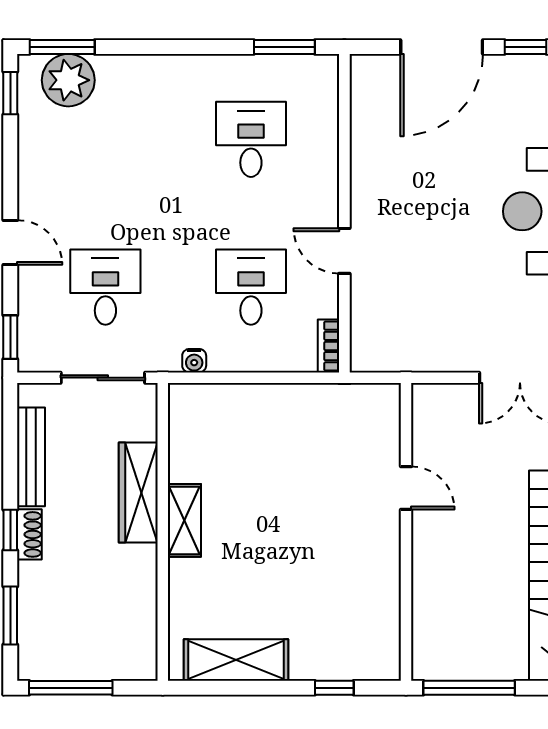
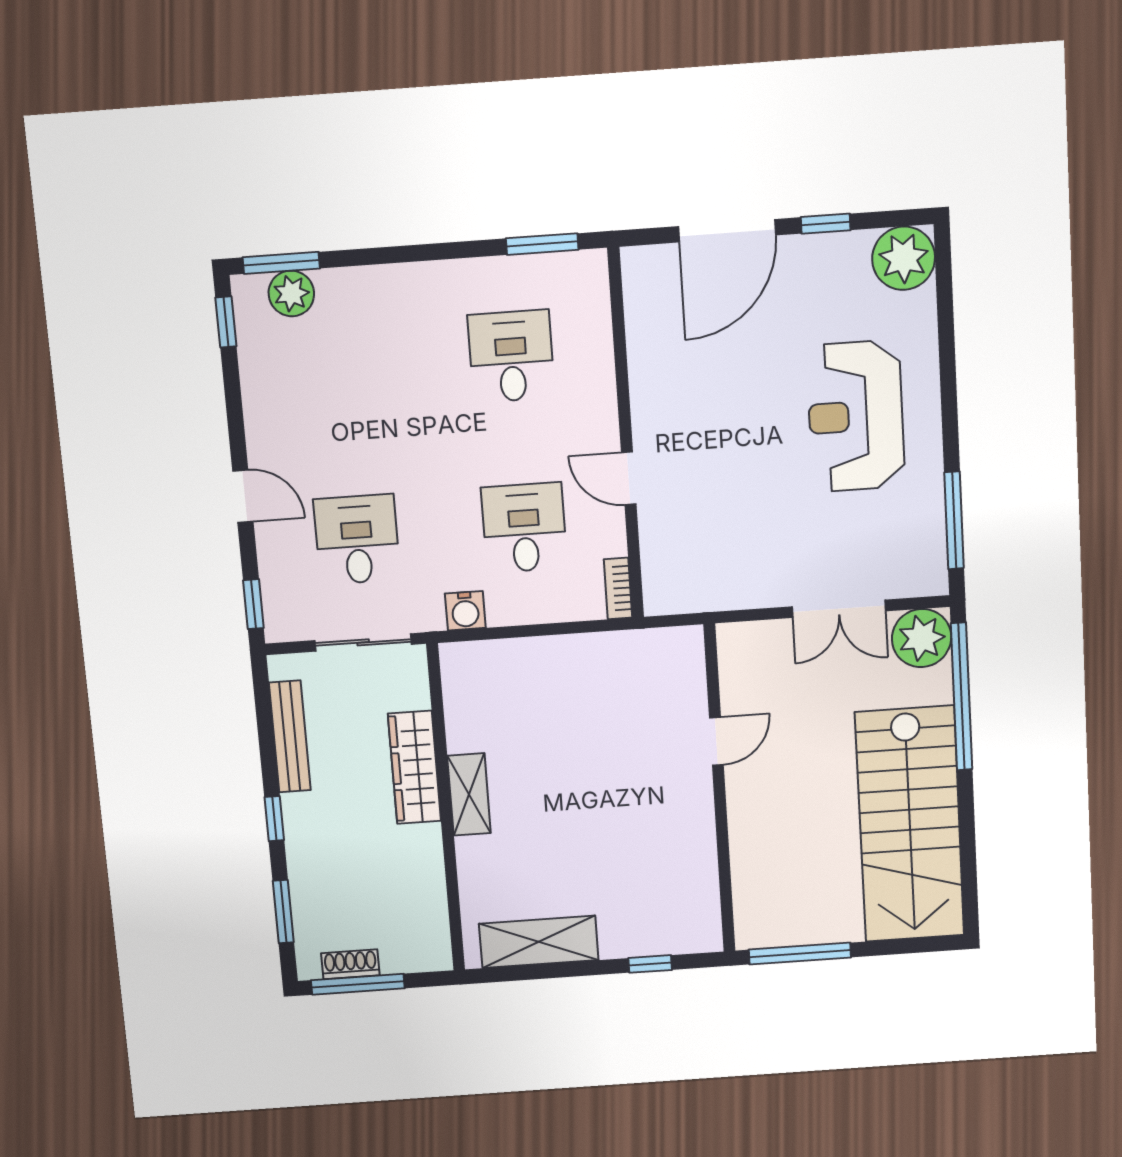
plant: (68, 80) -> (291, 293), width x0.73, depth x0.73
water cooler: (194, 361) -> (465, 611), width x1.38, depth x1.38
door: (406, 488) -> (716, 741), hinge flipped
shoe rack: (29, 534) -> (350, 964), moved, turned -90

